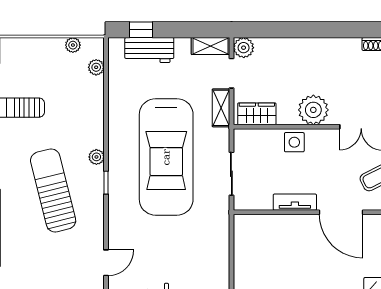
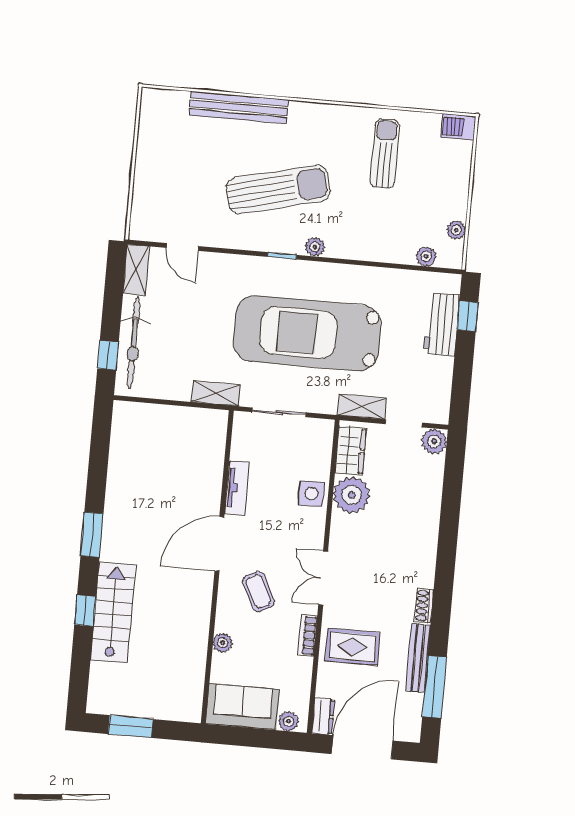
shelving: (210, 46) -> (216, 394), moved, turned 90
plant: (313, 110) -> (352, 495), moved

